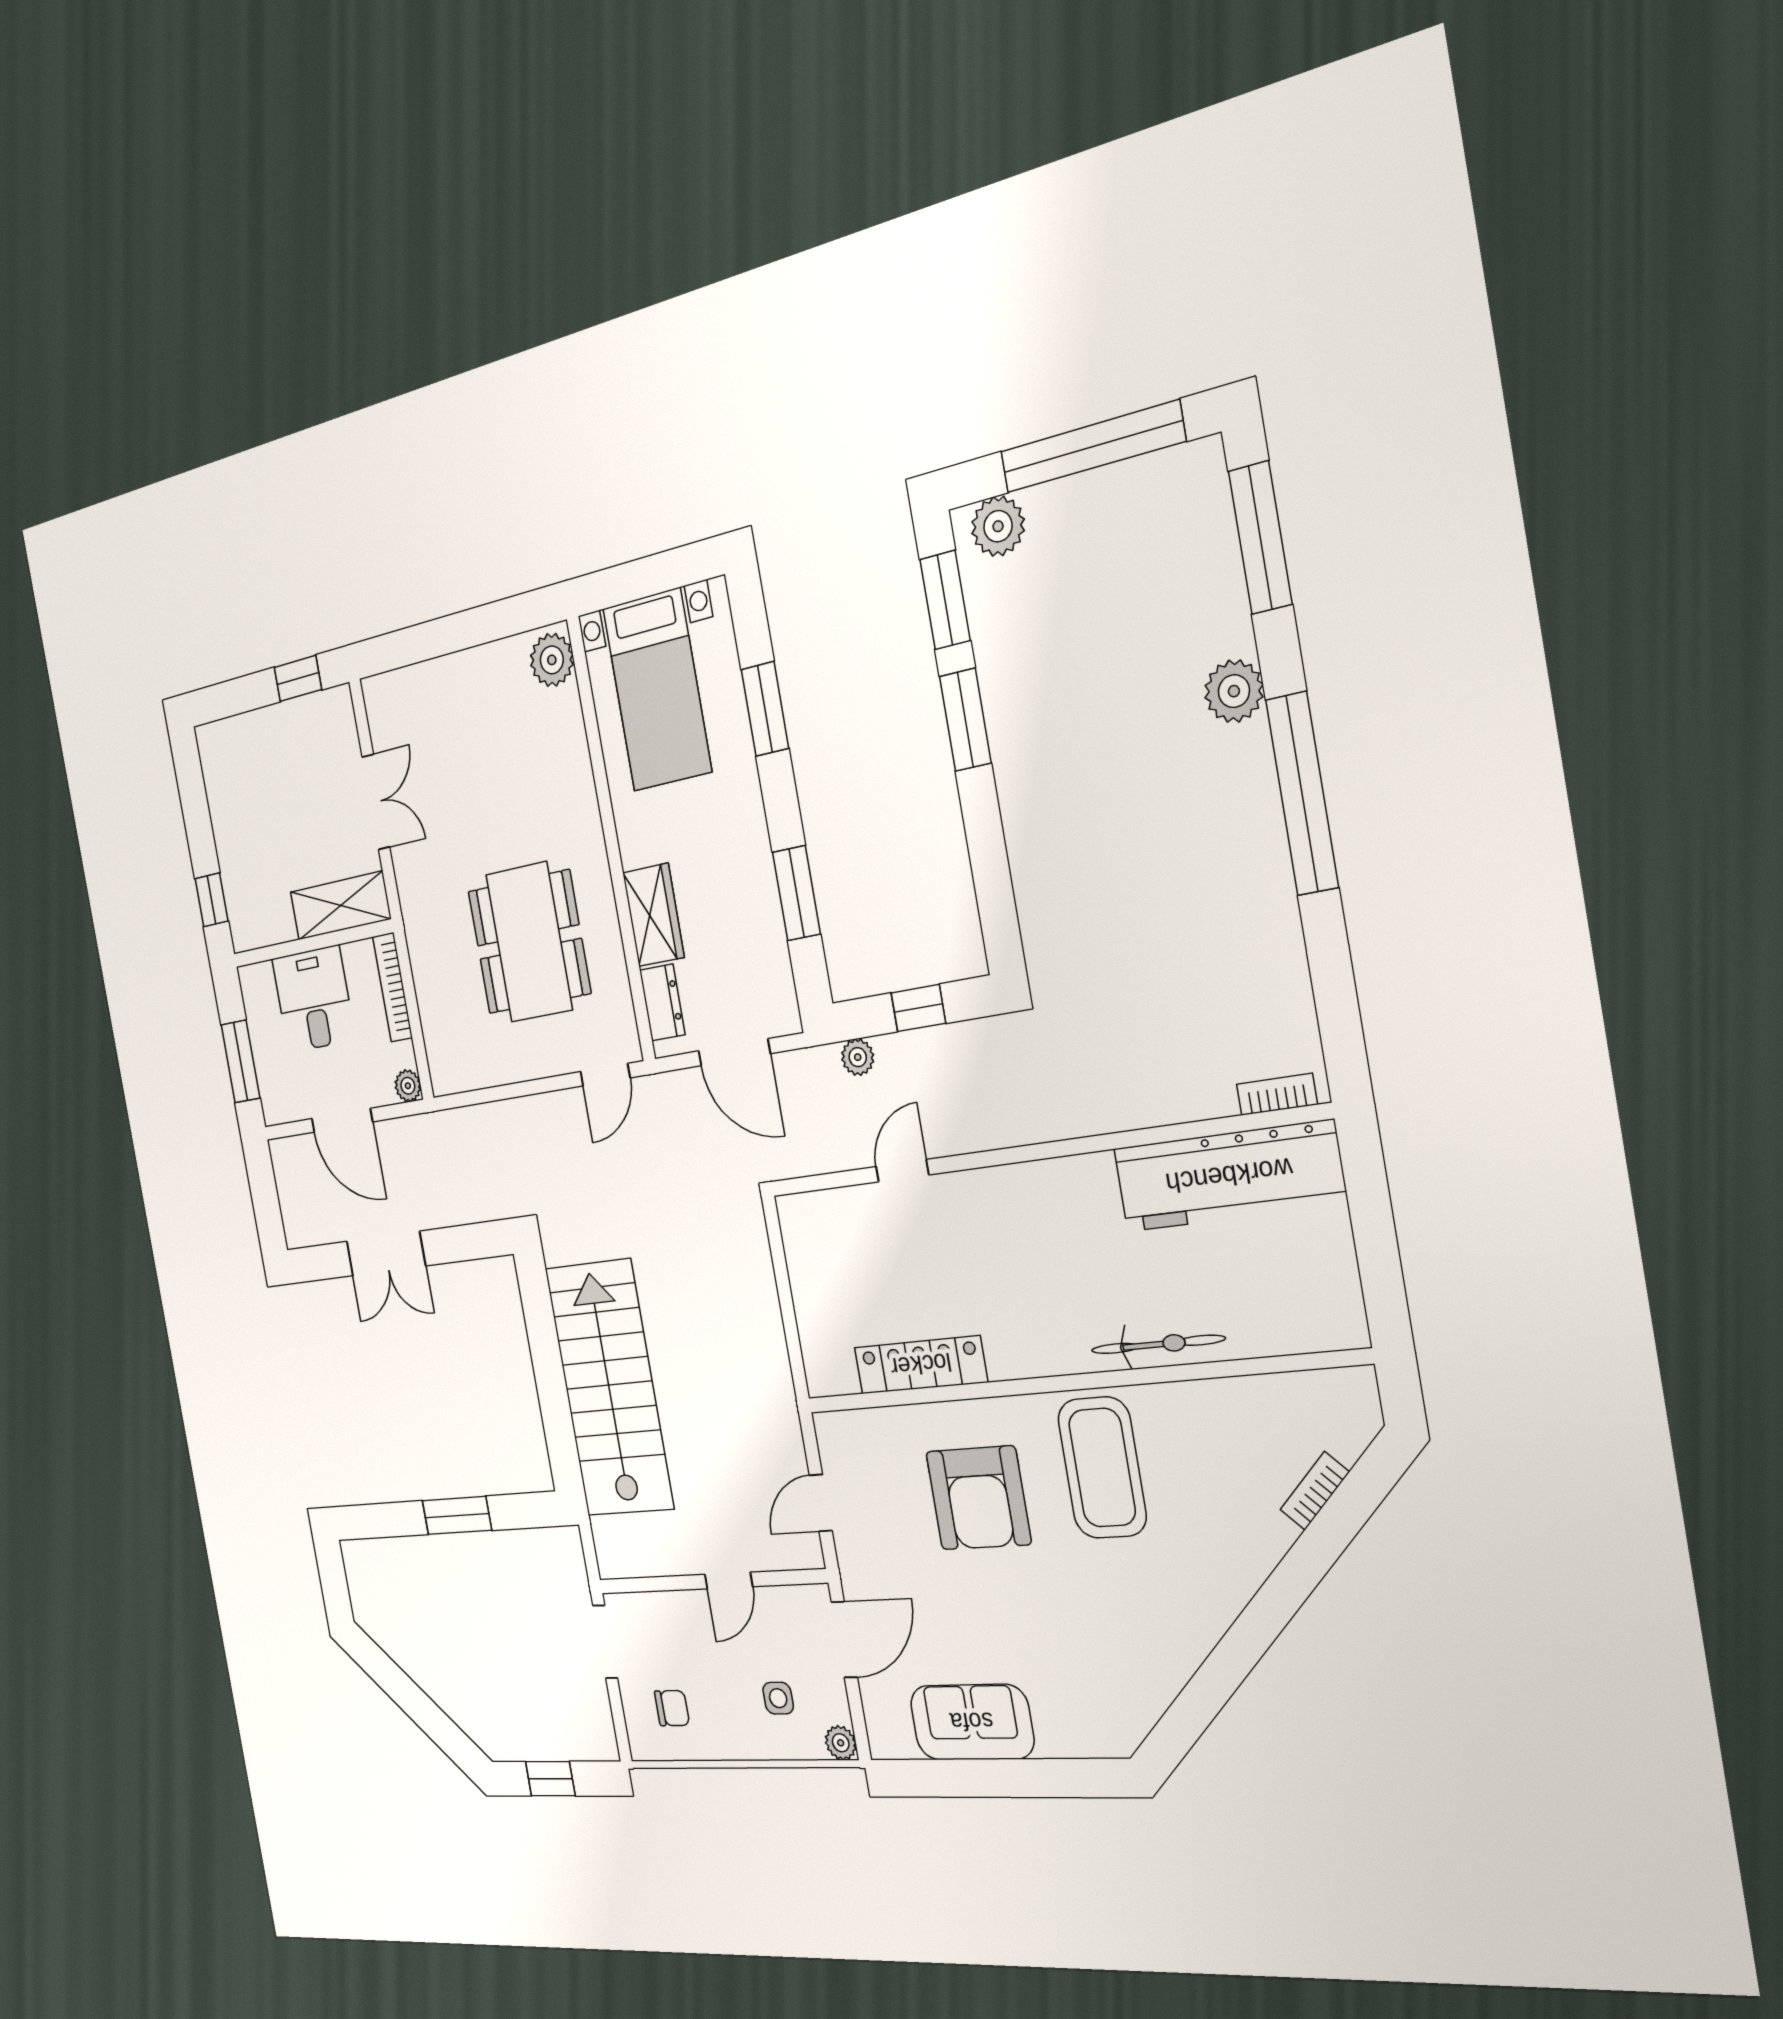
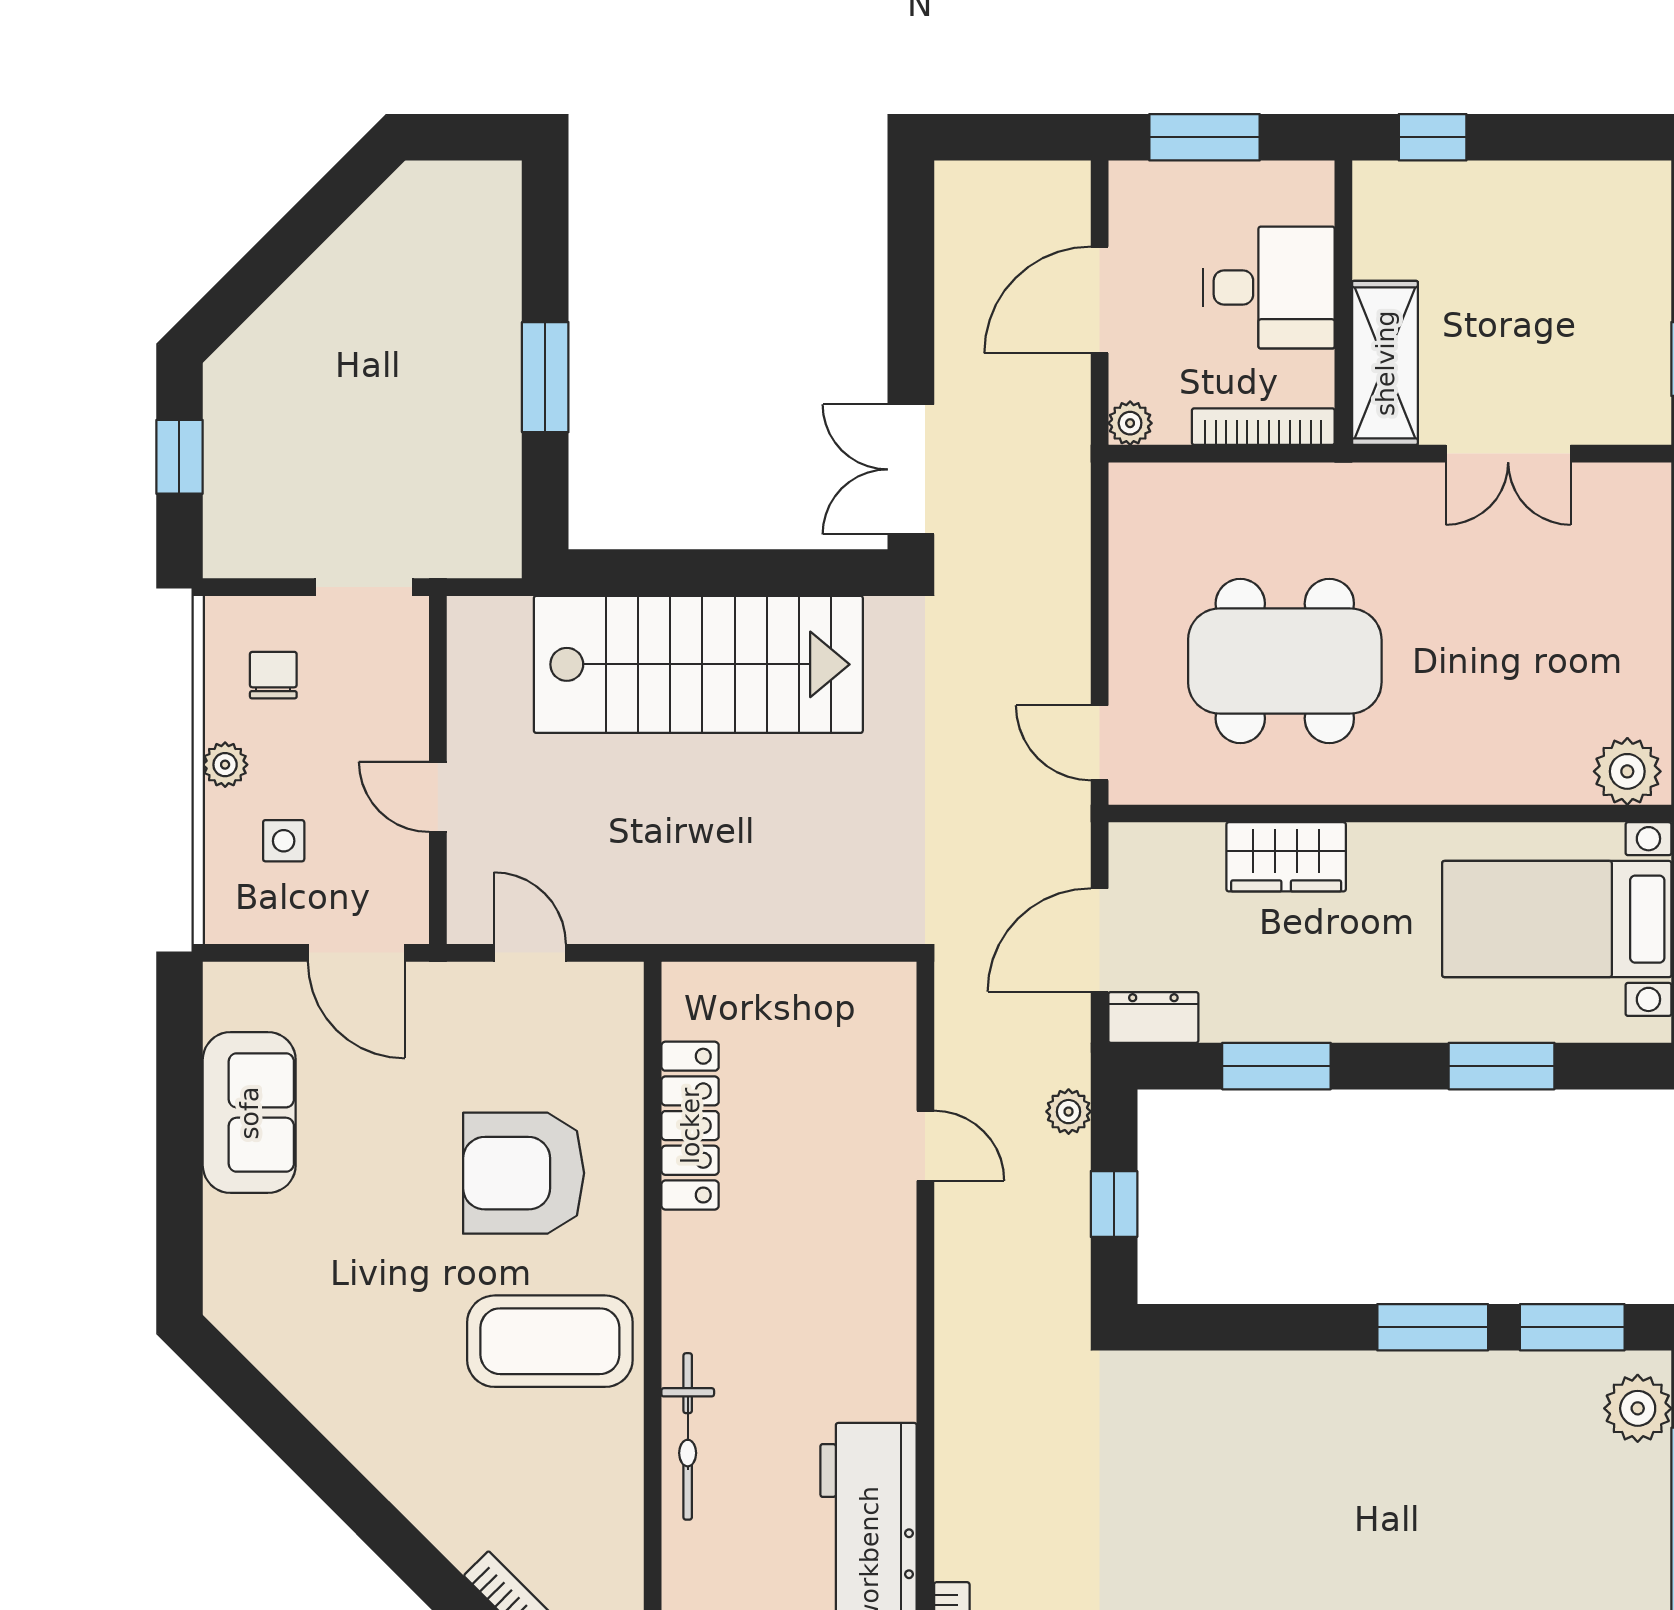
dresser: (662, 1002) -> (1153, 1017), moved, turned 180
double door: (386, 1254) -> (911, 469), moved
chair: (672, 1708) -> (273, 675), turned 180
plant: (841, 1743) -> (225, 765), moved

